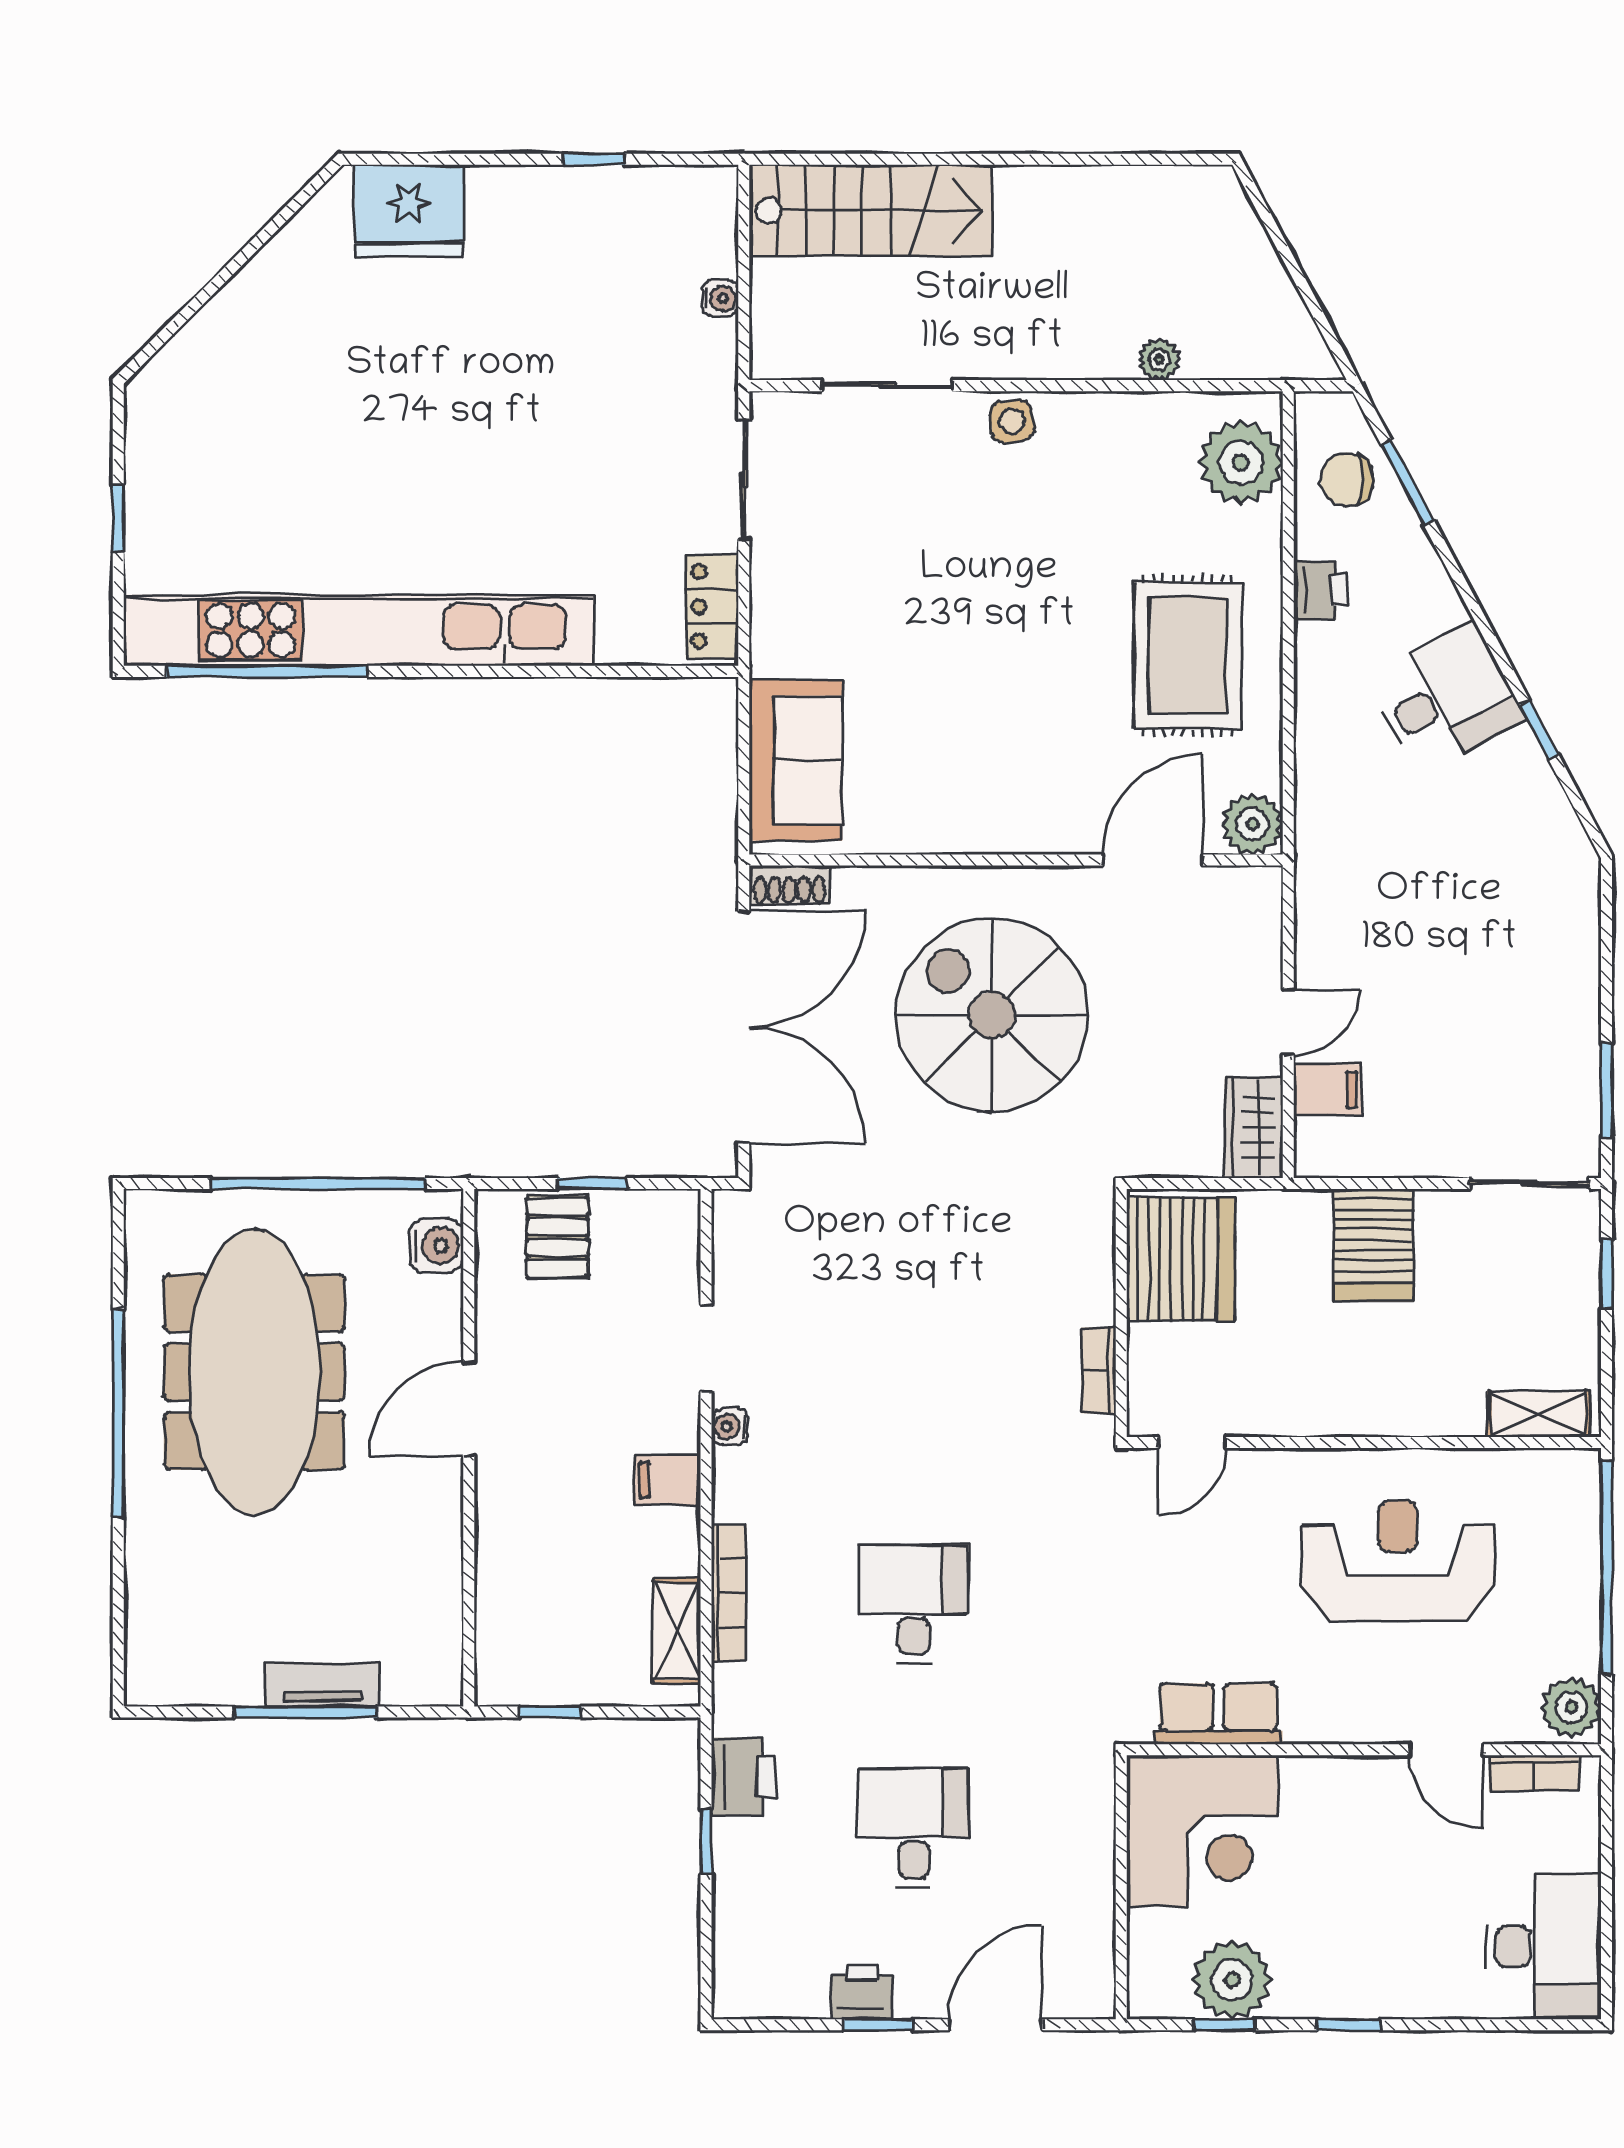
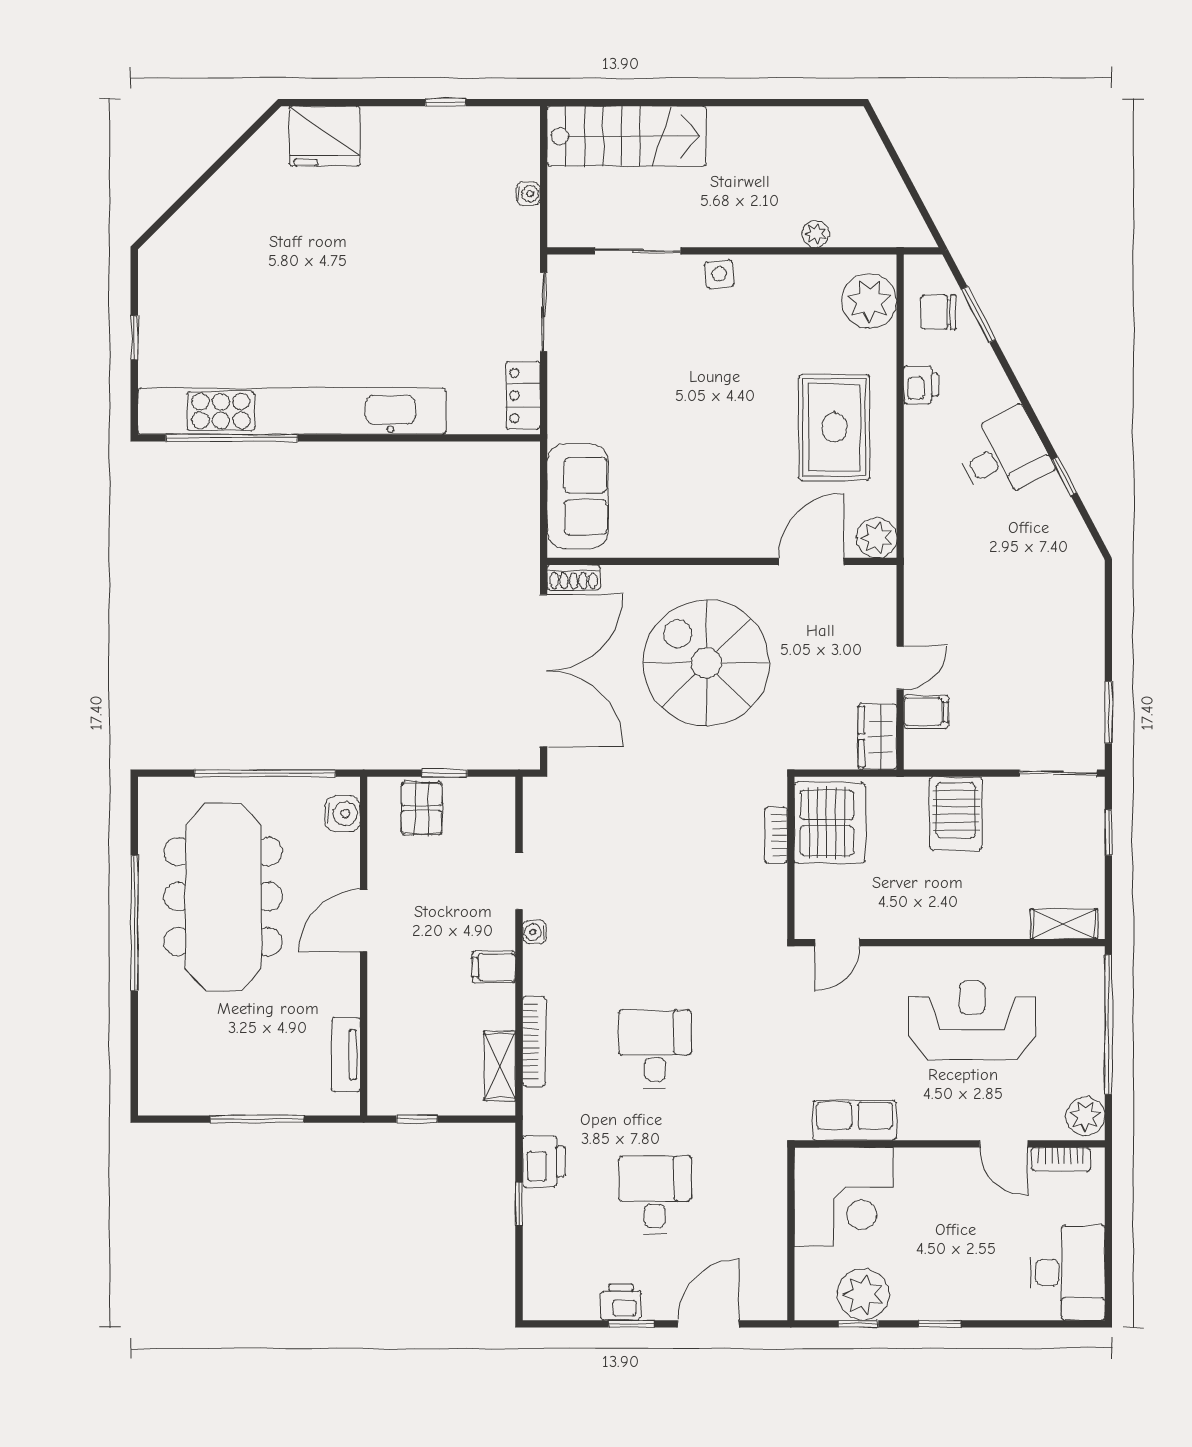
bookcase: (1099, 1370) -> (776, 835), moved
tv unit: (323, 1685) -> (346, 1055), moved, turned -90

